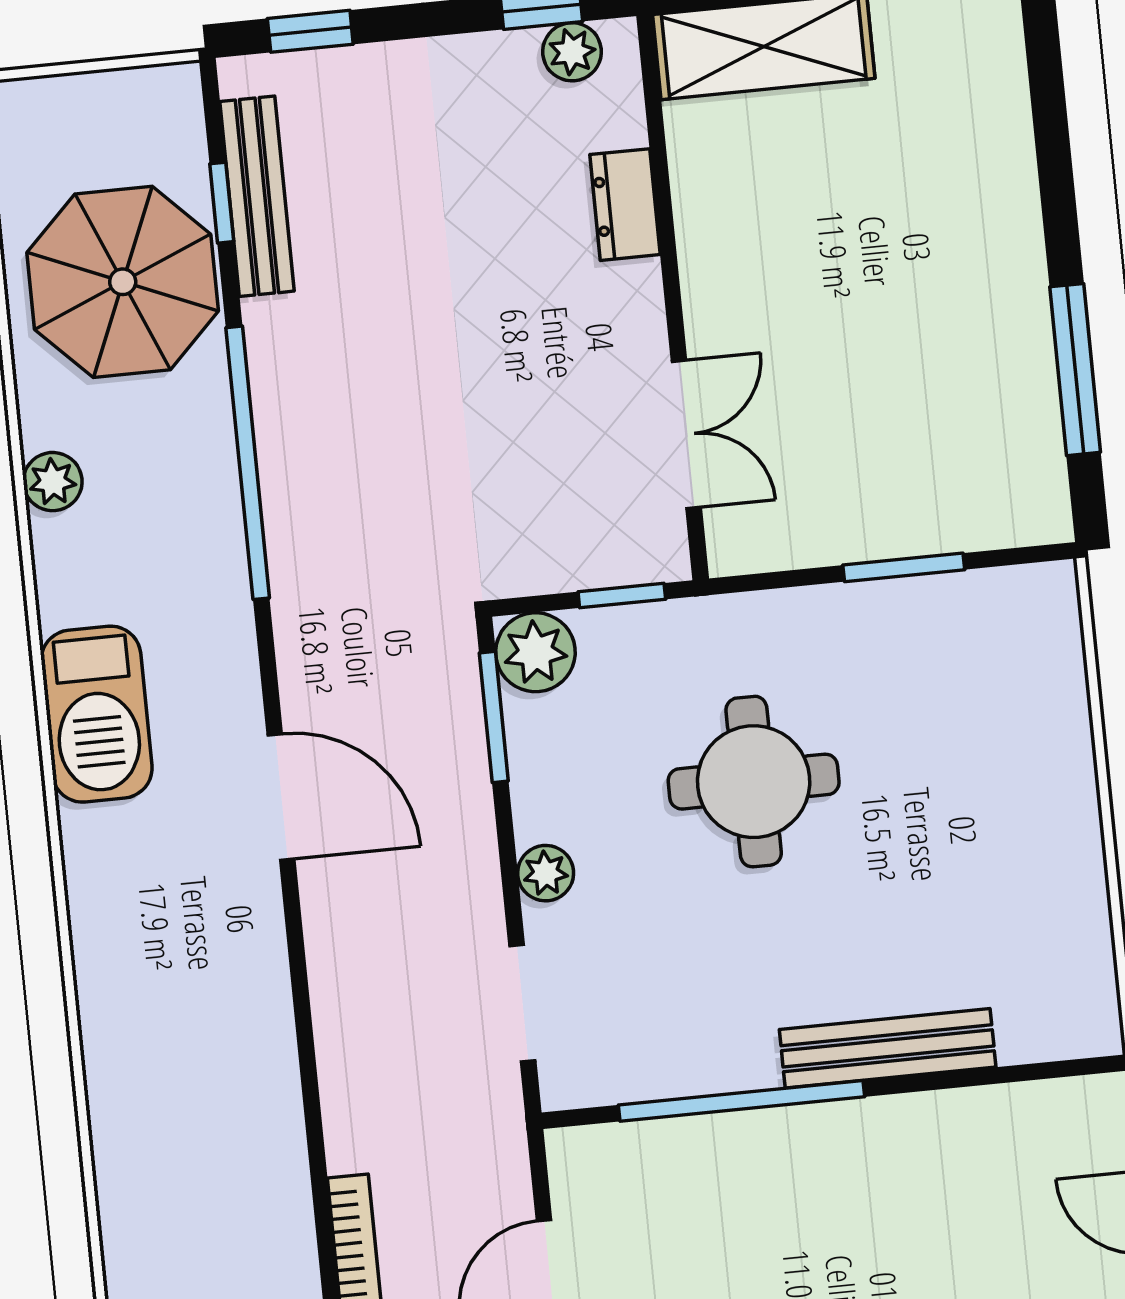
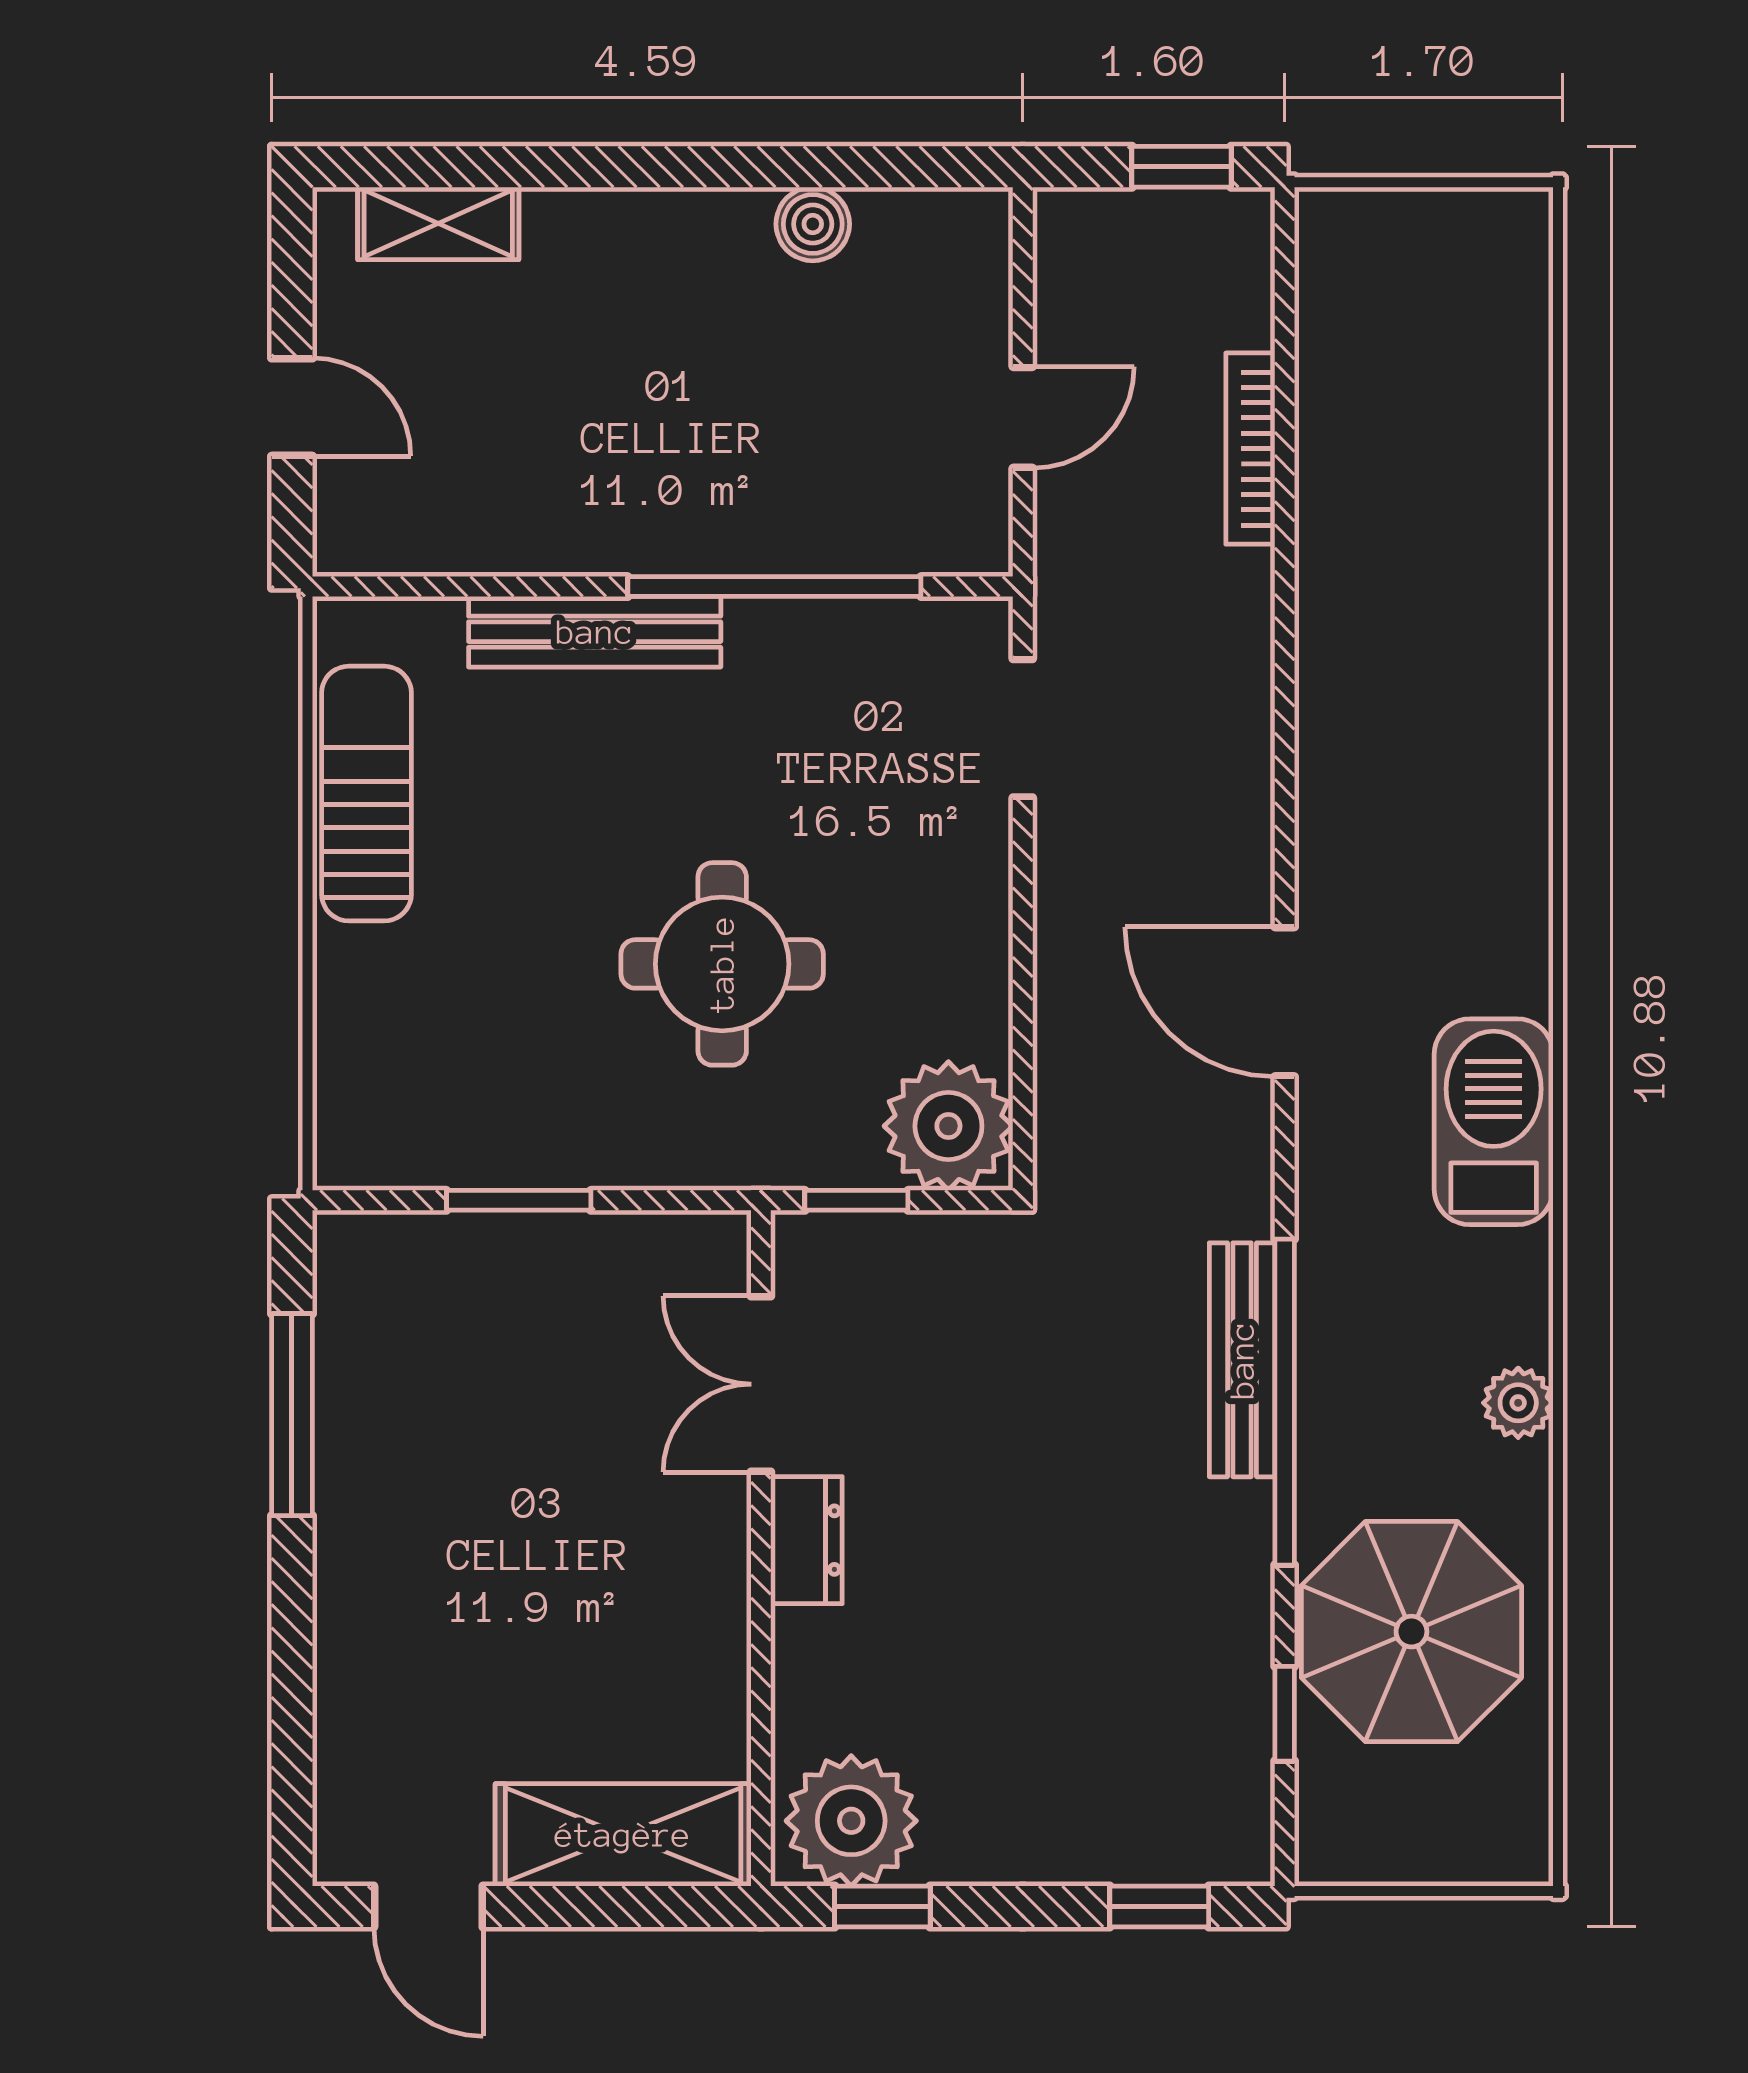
plant: (572, 52) -> (851, 1821), width x1.87, depth x1.87
bench: (257, 196) -> (1242, 1360), moved
dresser: (625, 205) -> (806, 1540), moved
plant: (535, 652) -> (948, 1126), width x1.36, depth x1.36
window: (494, 717) -> (1023, 1071), removed
plant: (546, 873) -> (980, 880), removed
sun lounger: (1065, 894) -> (366, 794), added

